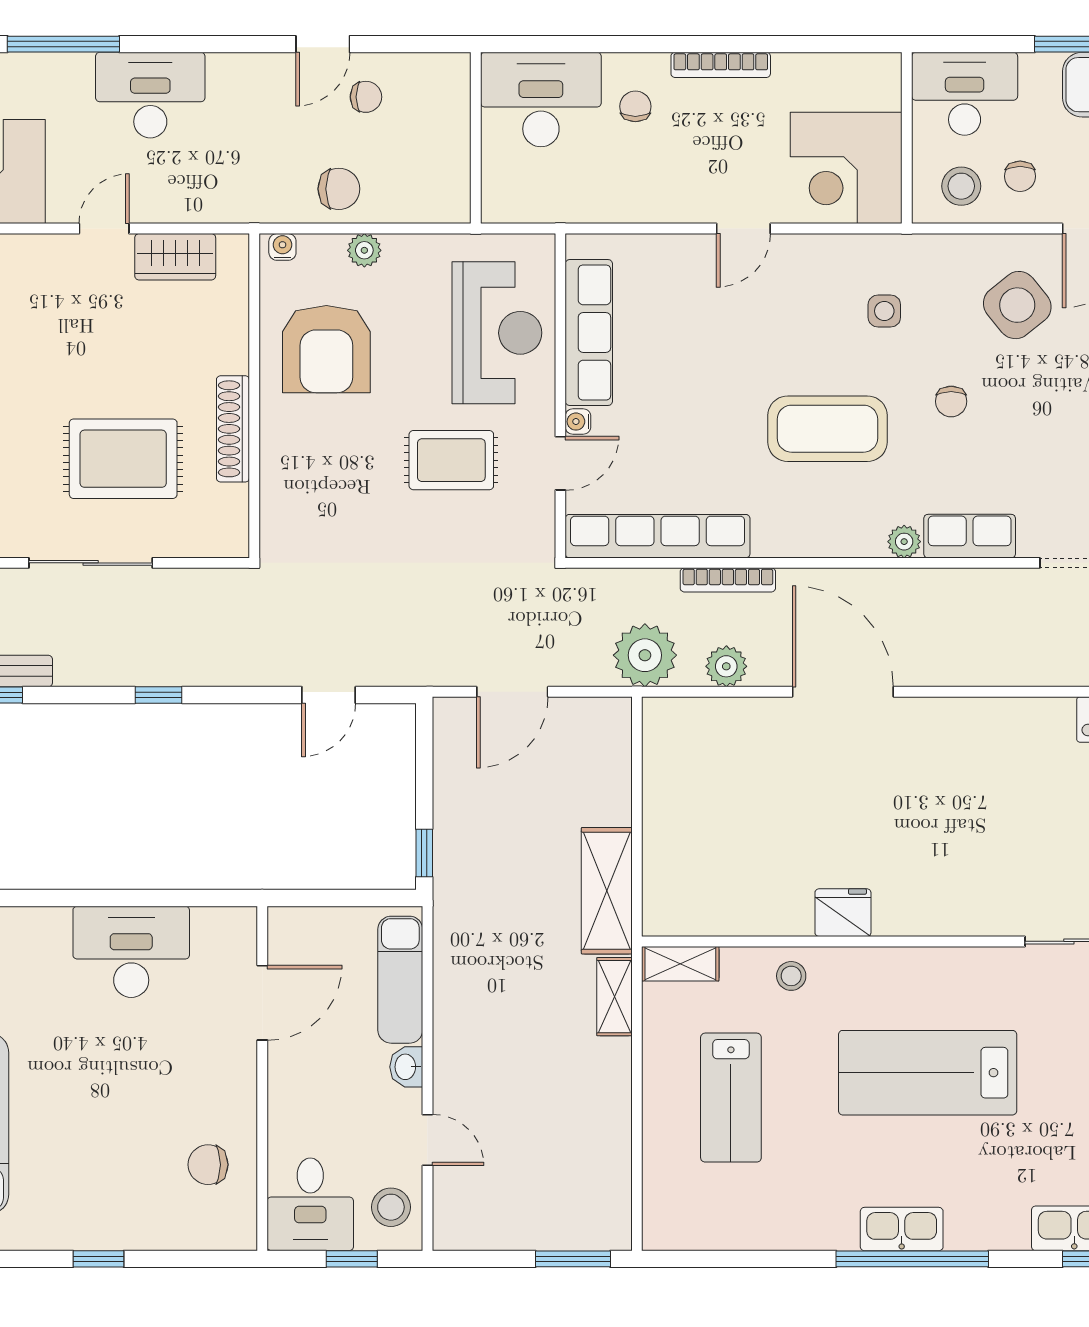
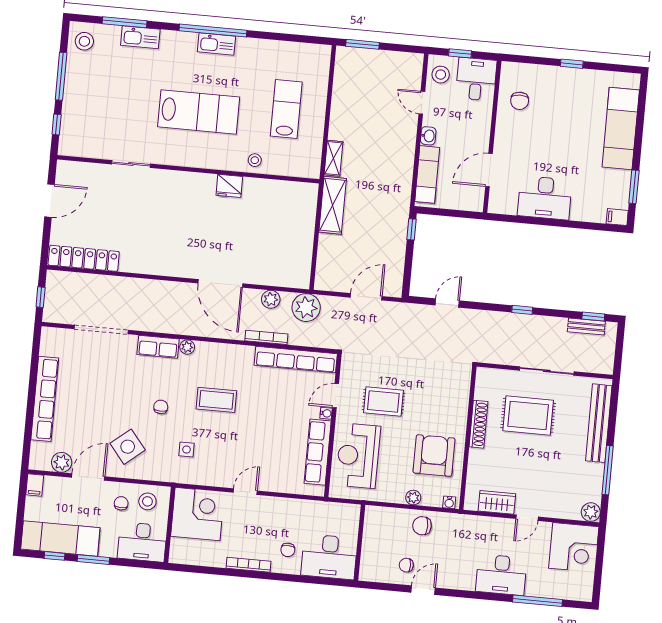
coffee table: (827, 429) -> (216, 400), width x0.73, depth x0.76
shelving: (680, 964) -> (303, 170), removed
chair: (208, 1165) -> (520, 101), turned 88

